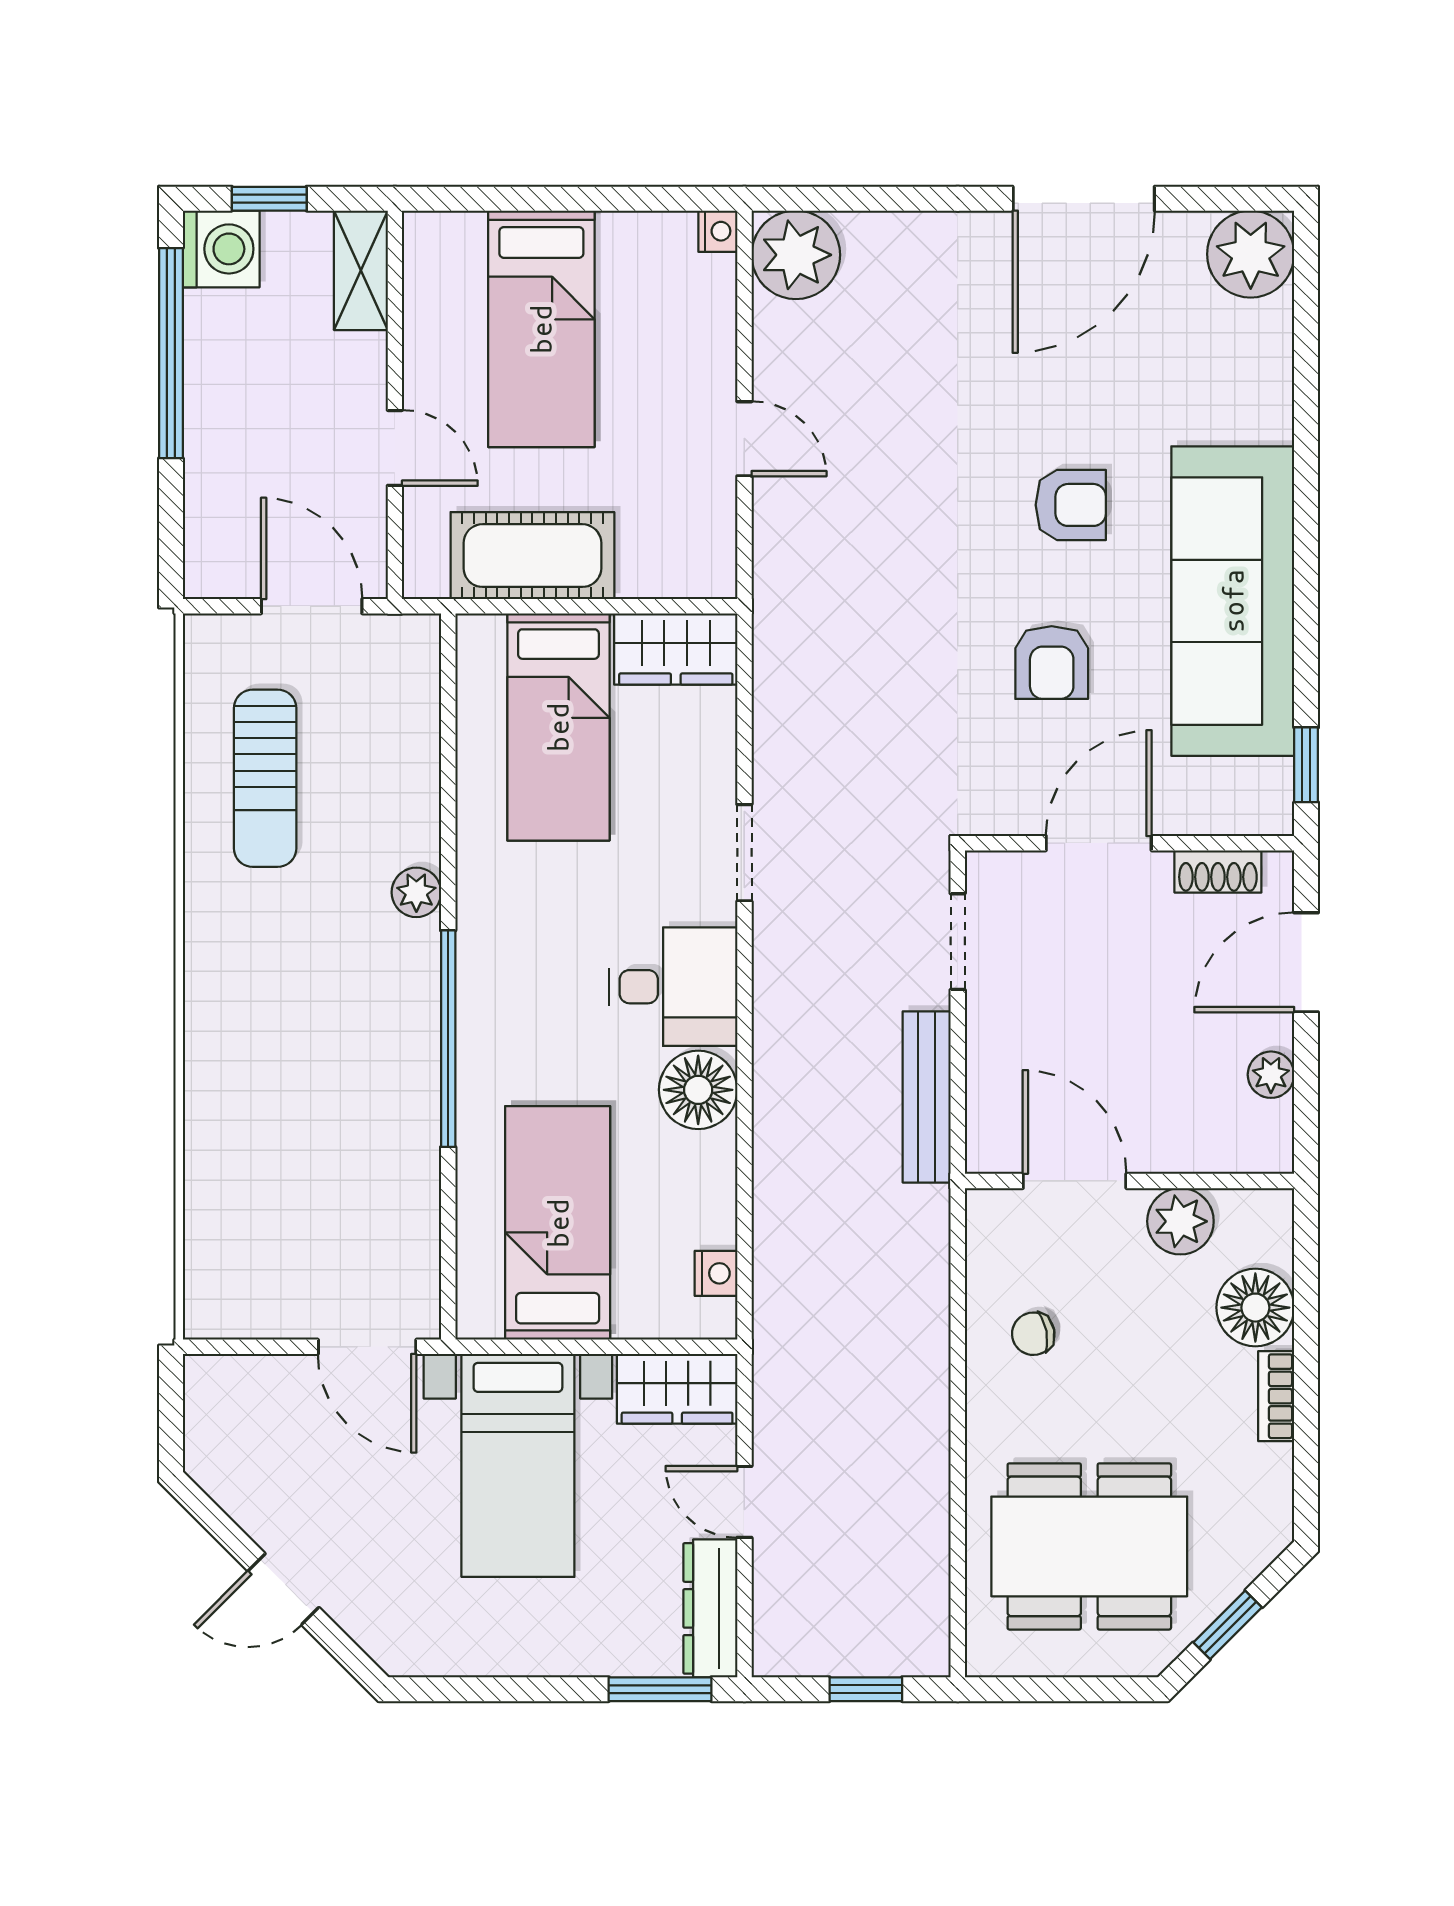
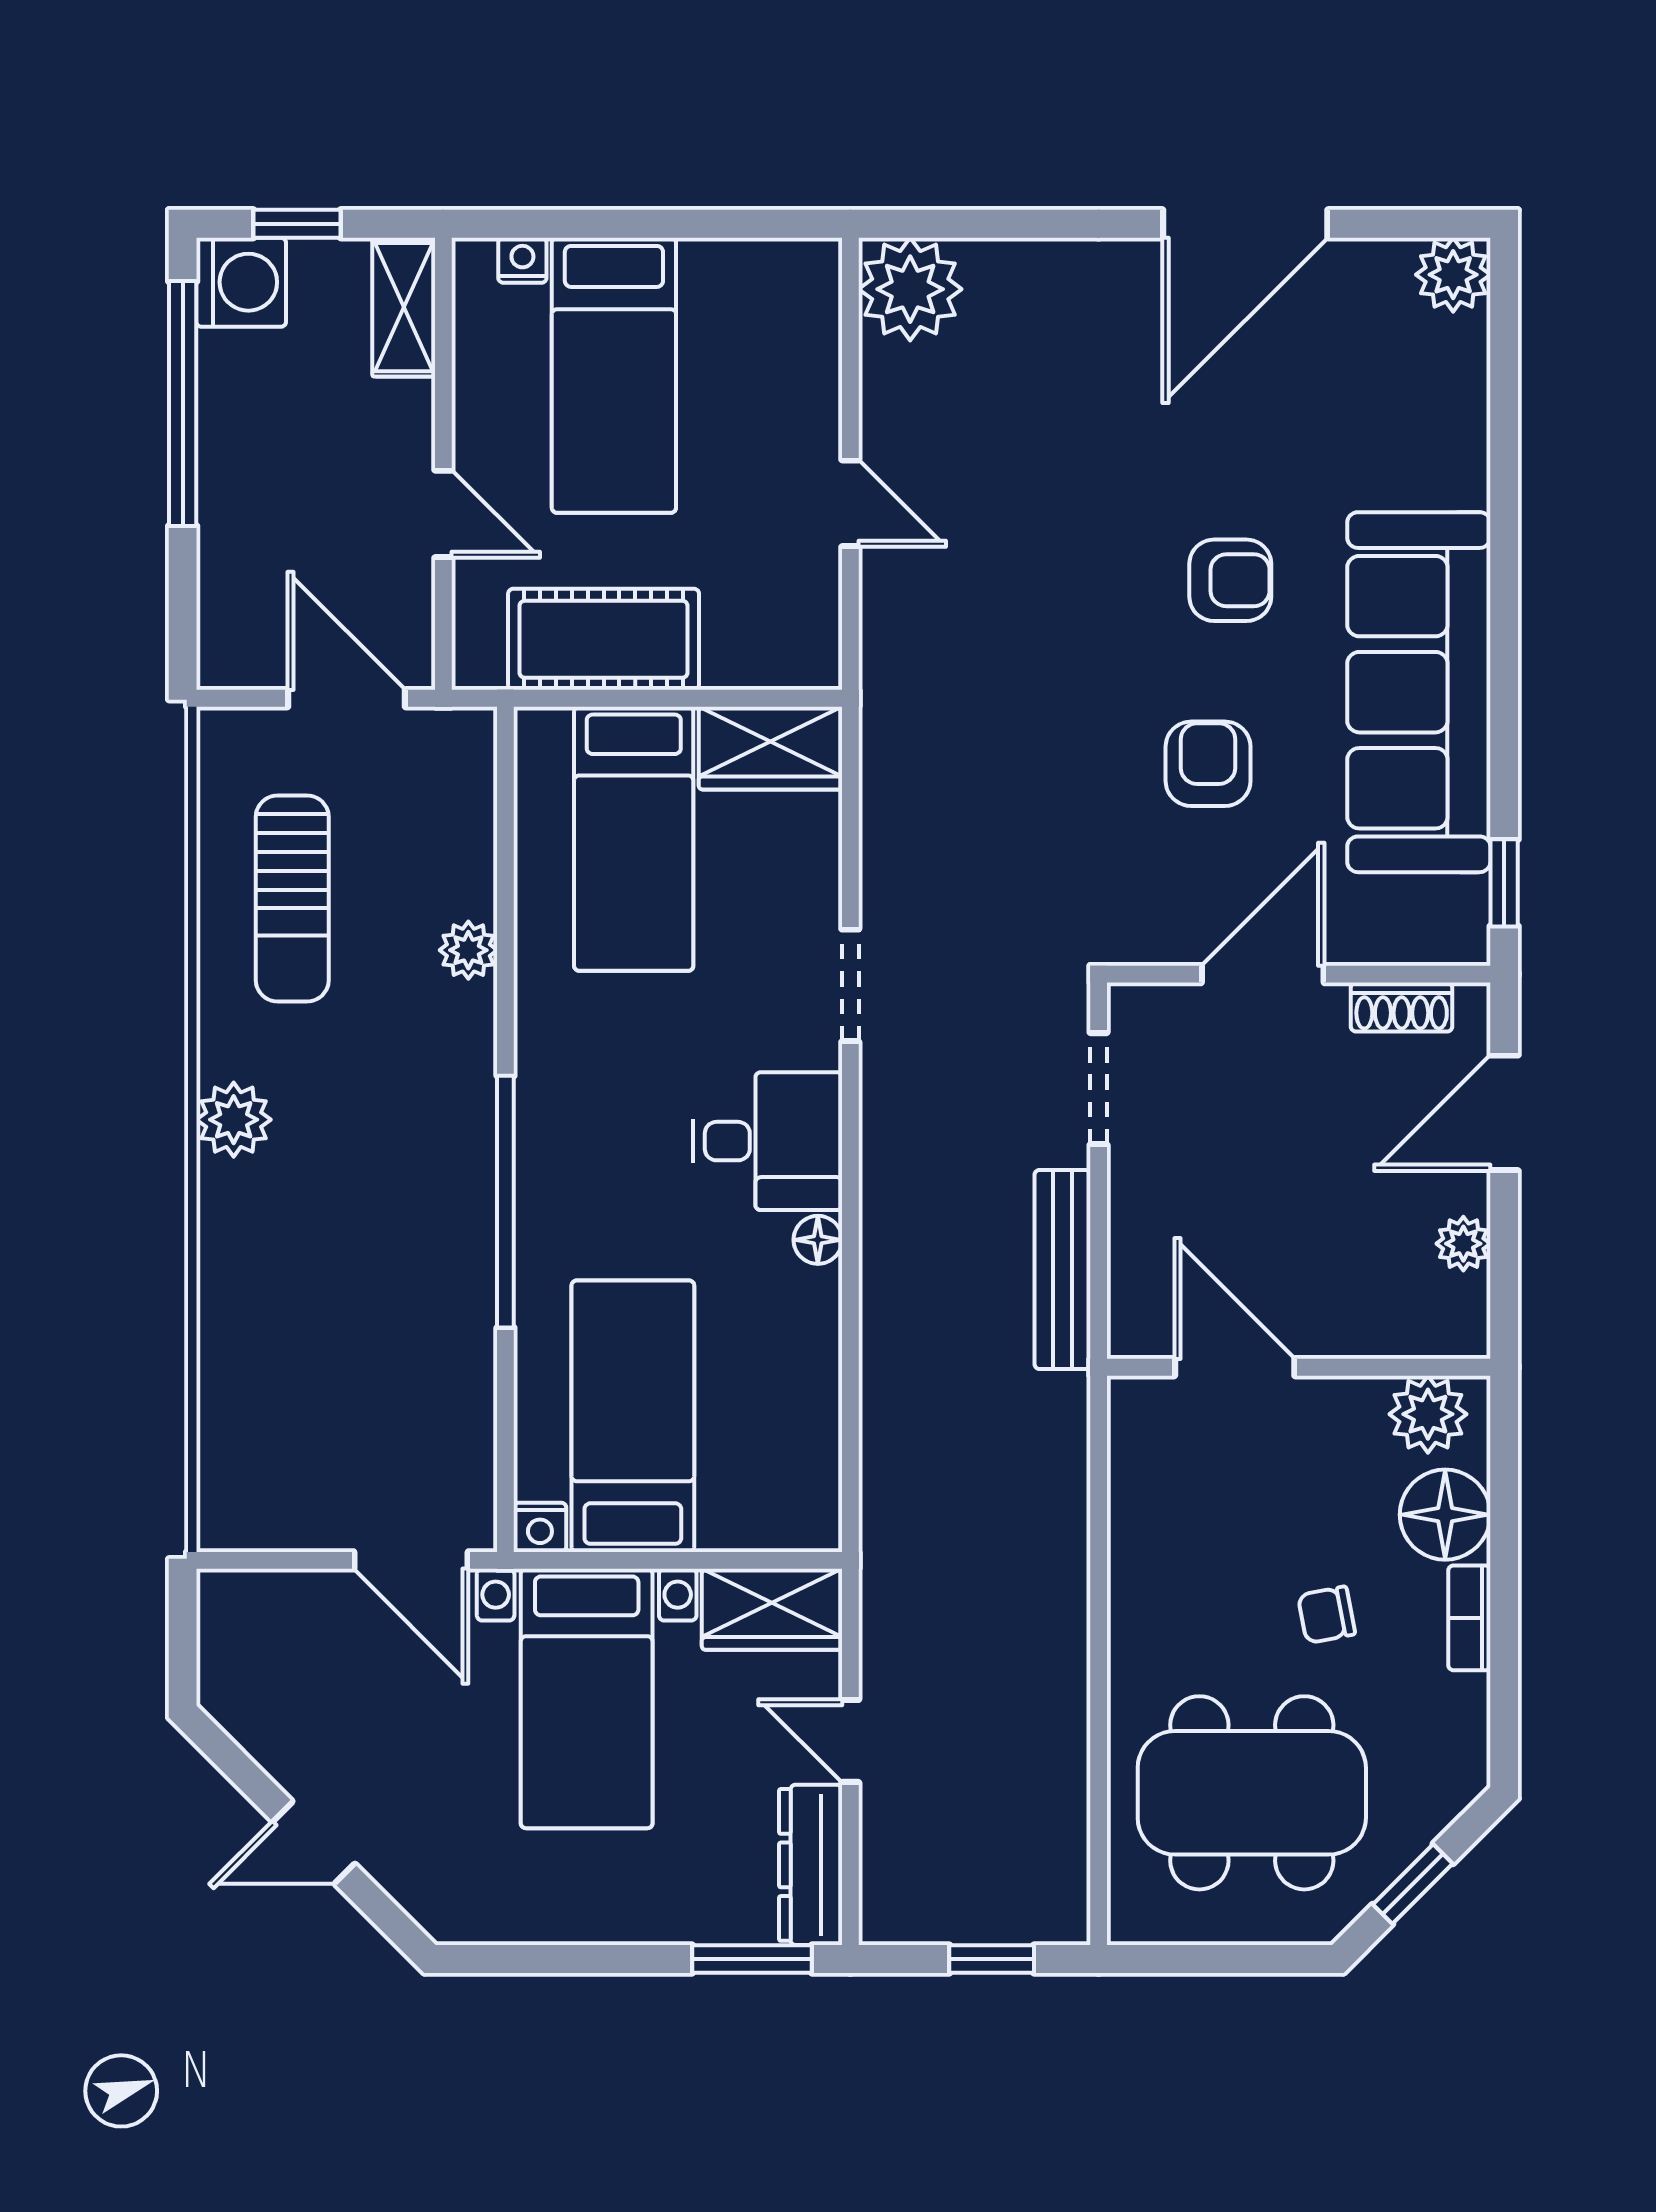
nightstand: (718, 231) -> (522, 260), moved, turned -90
plant: (1251, 254) -> (1453, 275), width x0.73, depth x0.73
armchair: (1052, 663) -> (1208, 764), turned 180
plant: (416, 892) -> (468, 950), moved
plant: (215, 968) -> (234, 1120), added
floor lamp: (698, 1090) -> (818, 1240), width x0.53, depth x0.53
plant: (1180, 1221) -> (1428, 1414), moved
nightstand: (716, 1273) -> (540, 1527), moved, turned 90
chair: (1033, 1334) -> (1326, 1615), moved

